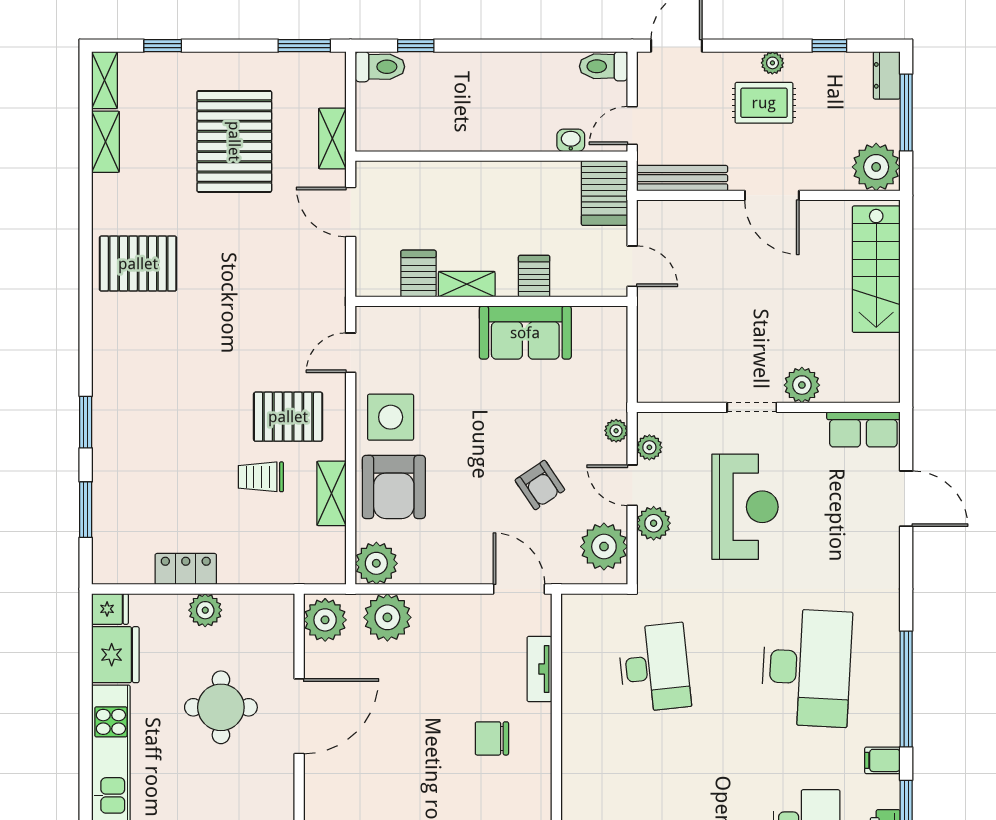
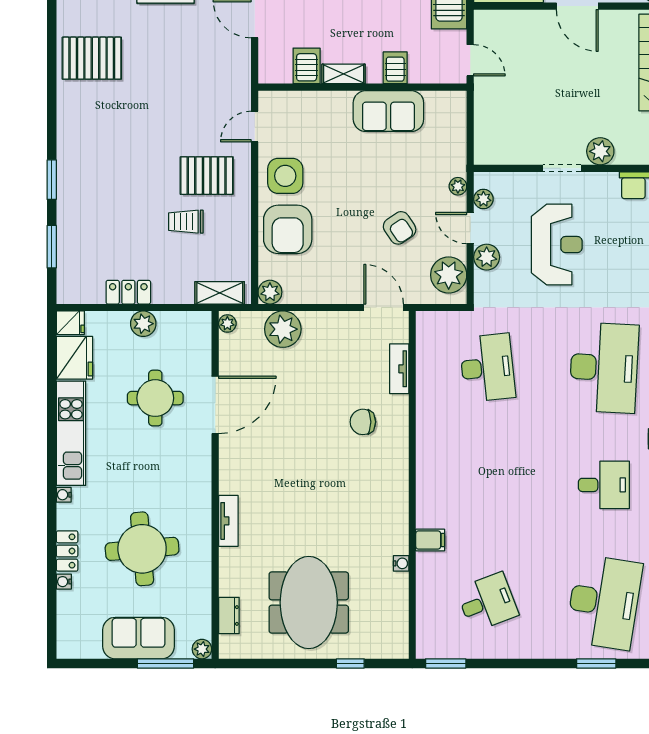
shelving: (331, 493) -> (220, 293), moved, turned 90
plant: (376, 563) -> (270, 292), width x0.73, depth x0.73
plant: (325, 620) -> (227, 323), width x0.53, depth x0.53

